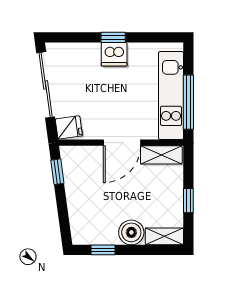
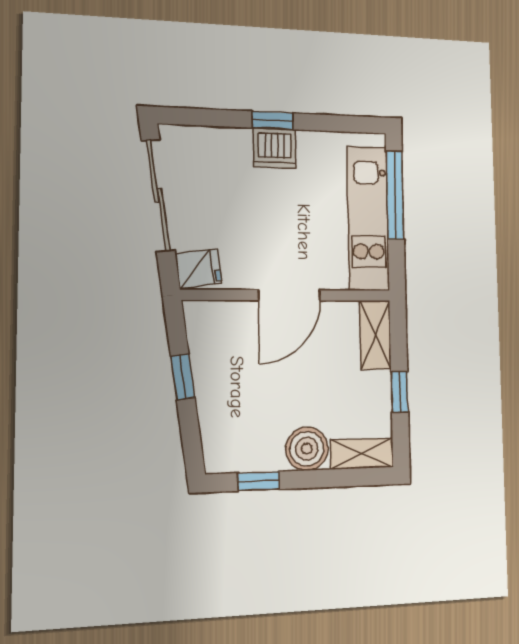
window: (188, 102) -> (395, 195), moved
shelving: (161, 155) -> (375, 335), moved, turned 90
window: (57, 172) -> (183, 377), moved

